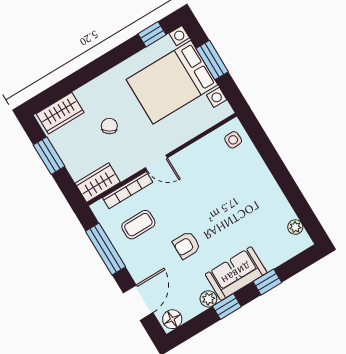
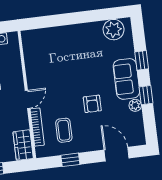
side table: (233, 140) -> (35, 40), removed
plant: (295, 227) -> (114, 30), width x1.88, depth x1.88
window: (106, 249) -> (70, 160), width x0.46
floor lamp: (172, 319) -> (138, 136), removed

